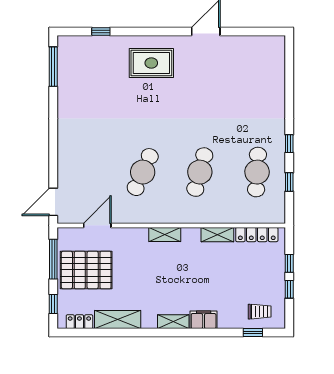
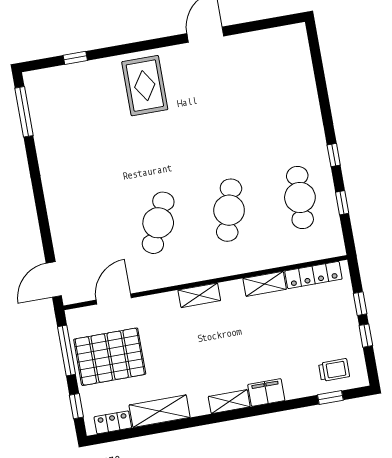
rug: (151, 63) -> (145, 86), turned 90

